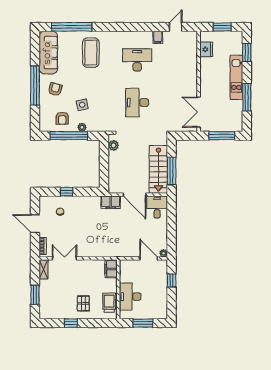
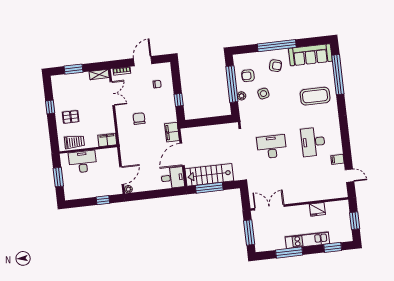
fridge: (206, 49) -> (317, 209), moved
desk: (137, 60) -> (313, 142), turned 180
plant: (113, 145) -> (227, 128), removed
window: (67, 192) -> (179, 100), moved
chair: (93, 234) -> (139, 119), added

